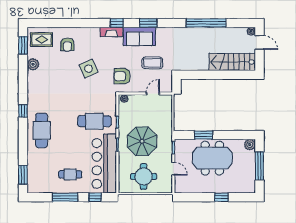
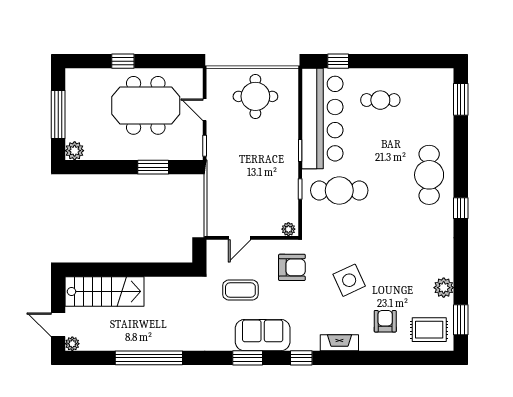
fireplace: (111, 32) -> (339, 343), moved
parasol: (142, 141) -> (258, 156), removed
meeting table: (212, 158) -> (146, 105), moved
window: (65, 197) -> (389, 61), removed

